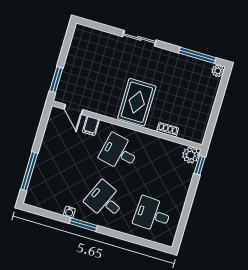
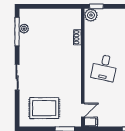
plant: (218, 71) -> (24, 29), moved
rug: (137, 102) -> (44, 108), moved
filing cabinet: (91, 126) -> (91, 122), moved

